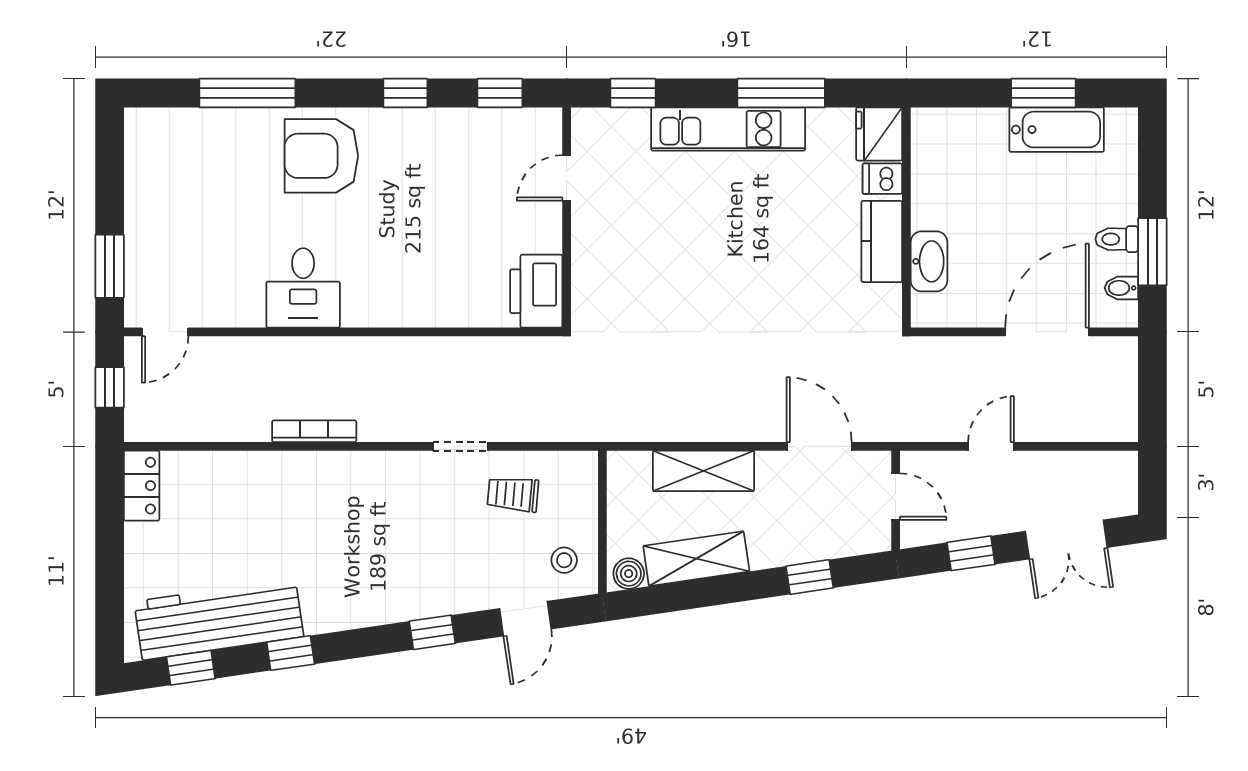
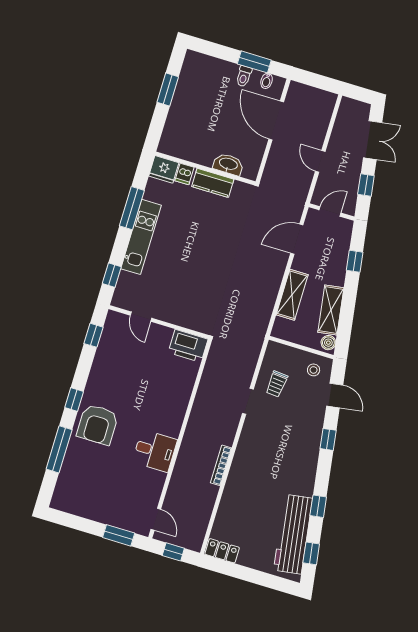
window: (405, 93) -> (74, 399), moved
bathtub: (1057, 130) -> (186, 89), removed

